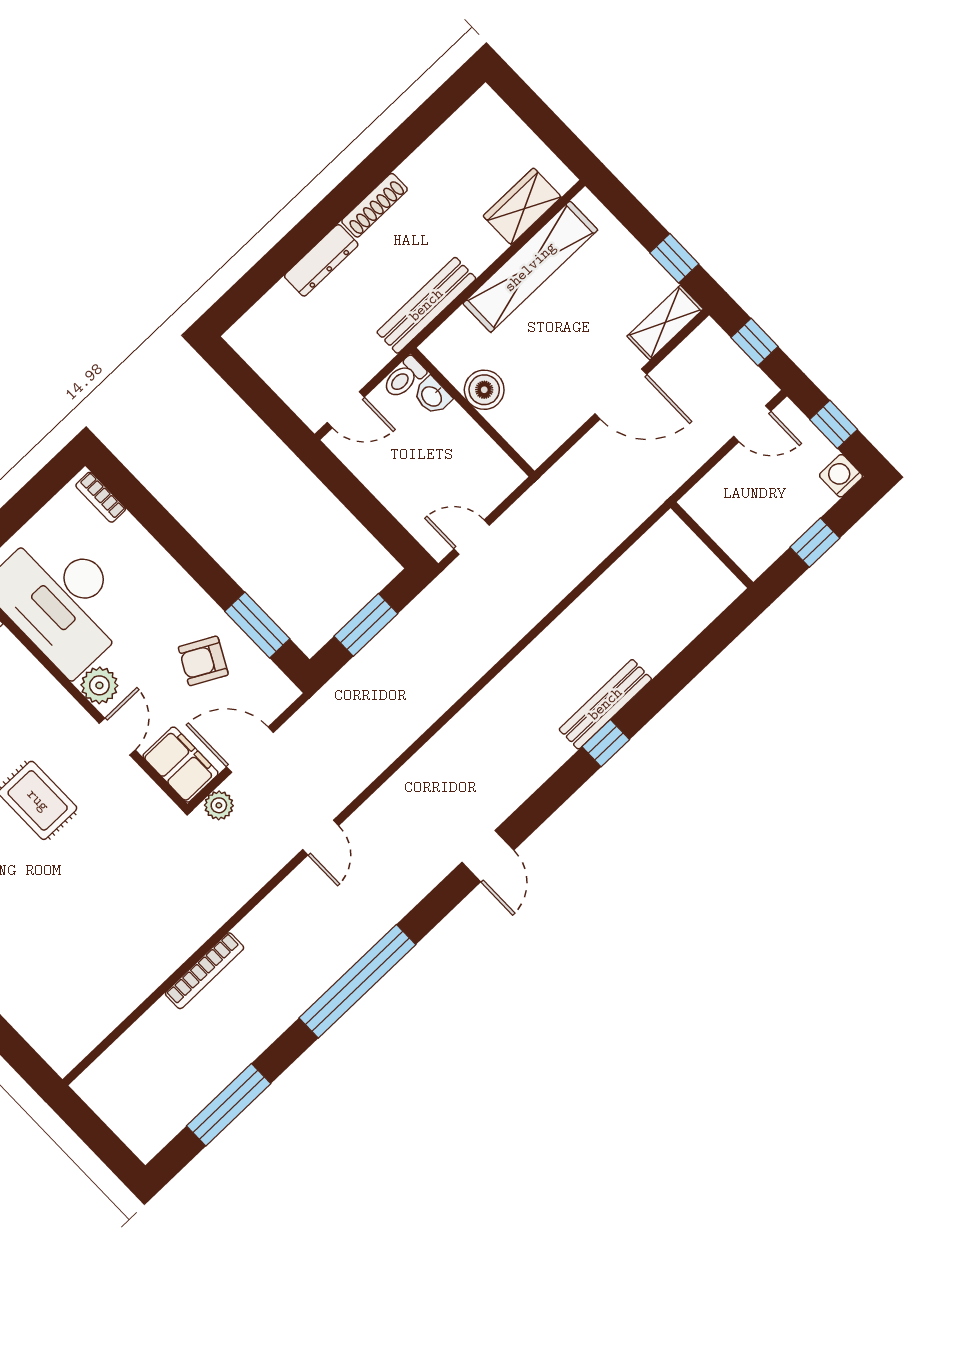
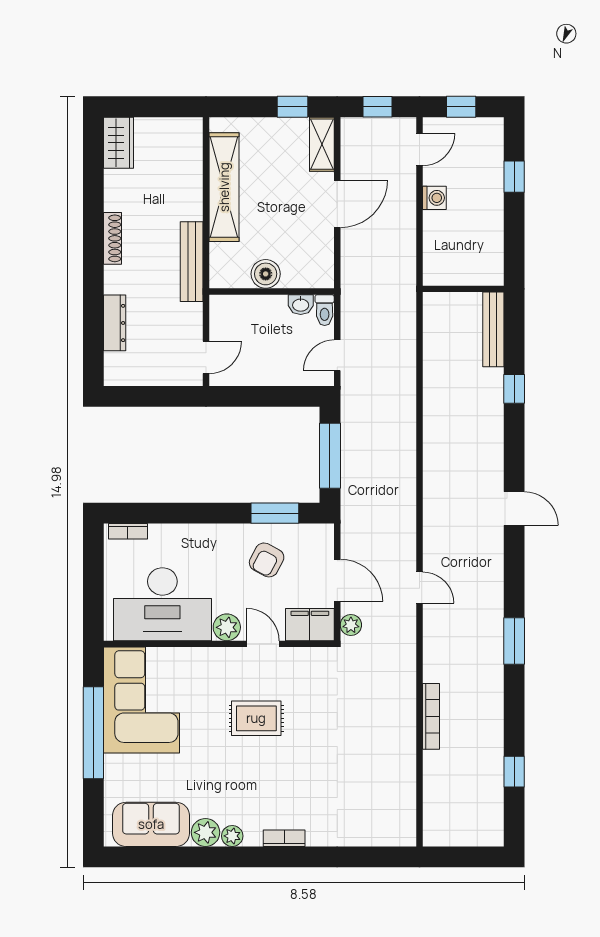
wardrobe: (522, 206) -> (119, 143), moved, turned 180
dresser: (321, 260) -> (115, 323), moved
toilet: (404, 378) -> (325, 310), moved
washbasin: (432, 396) -> (301, 305), moved
washing machine: (841, 476) -> (434, 198), moved, turned 180
wall: (712, 545) -> (463, 289), moved
window: (366, 625) -> (330, 456), width x1.44
bench: (605, 704) -> (493, 329), moved
door: (250, 750) -> (337, 580), swing flipped
window: (357, 981) -> (514, 641), width x0.47
window: (229, 1105) -> (514, 772), width x0.46

